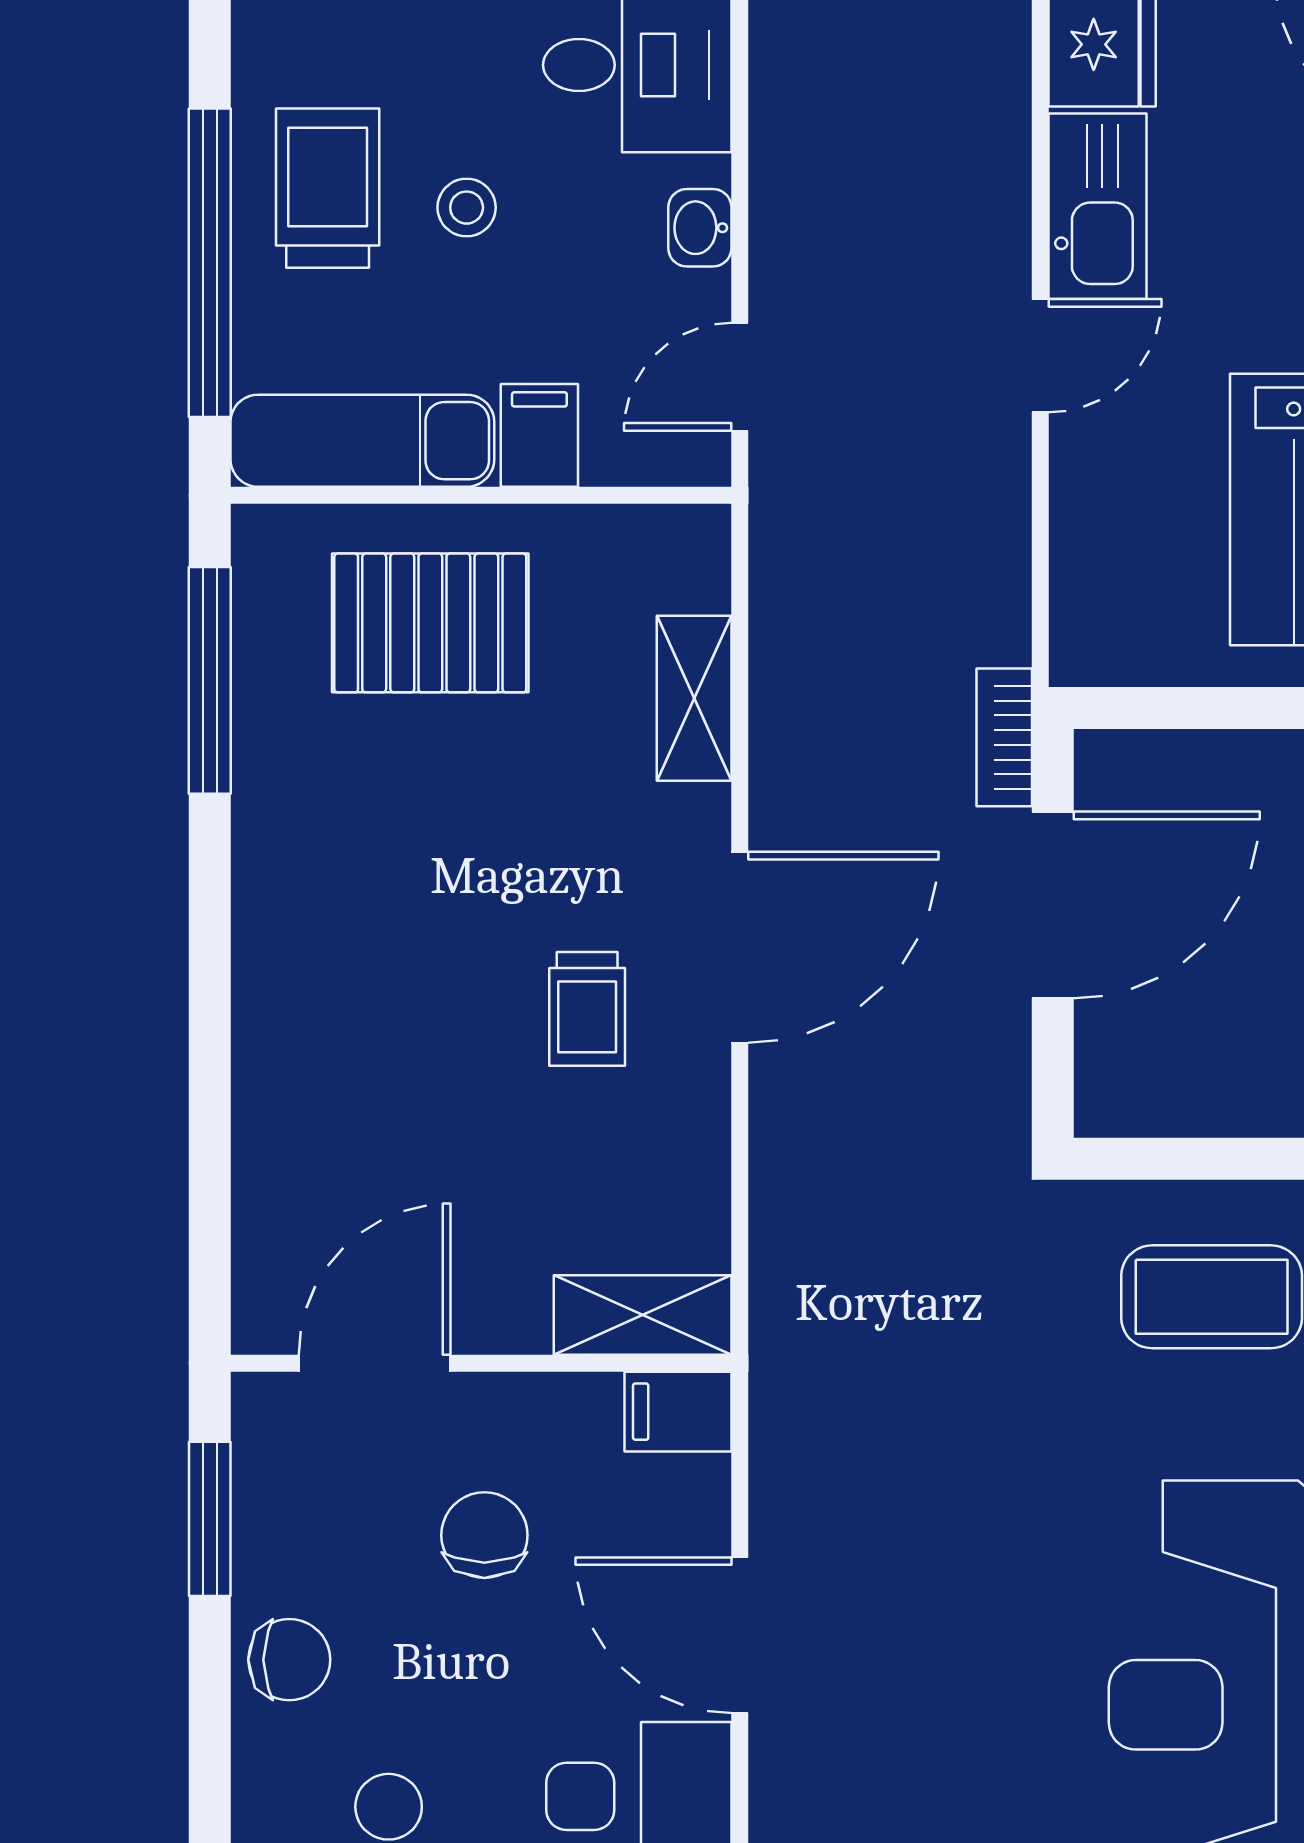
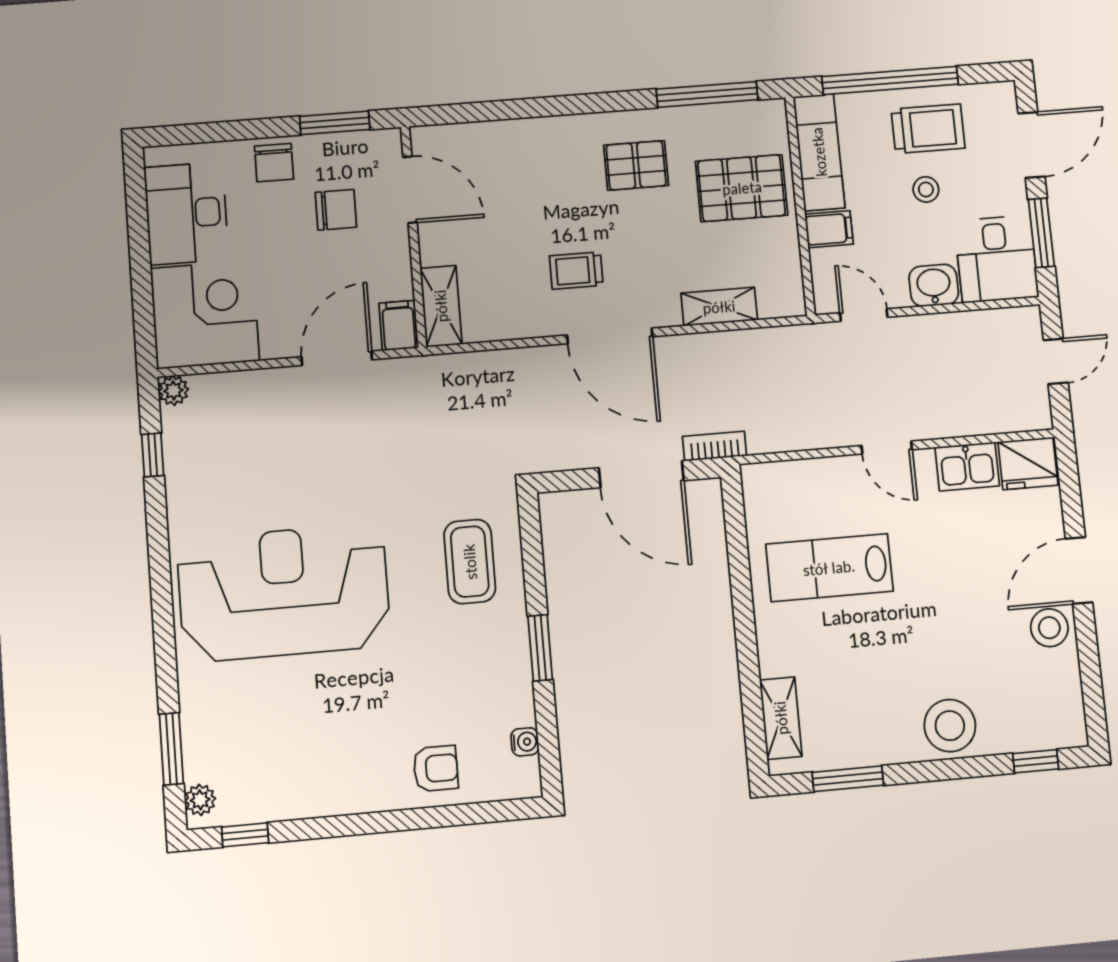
kitchen sink: (1097, 206) -> (967, 467), width x0.73
washbasin: (700, 228) -> (934, 285), width x1.38, depth x1.45
pallet: (430, 623) -> (742, 188), turned 90
pallet: (360, 855) -> (636, 165), added
chair: (484, 1535) -> (336, 210), moved
door: (740, 1635) -> (337, 358), moved

